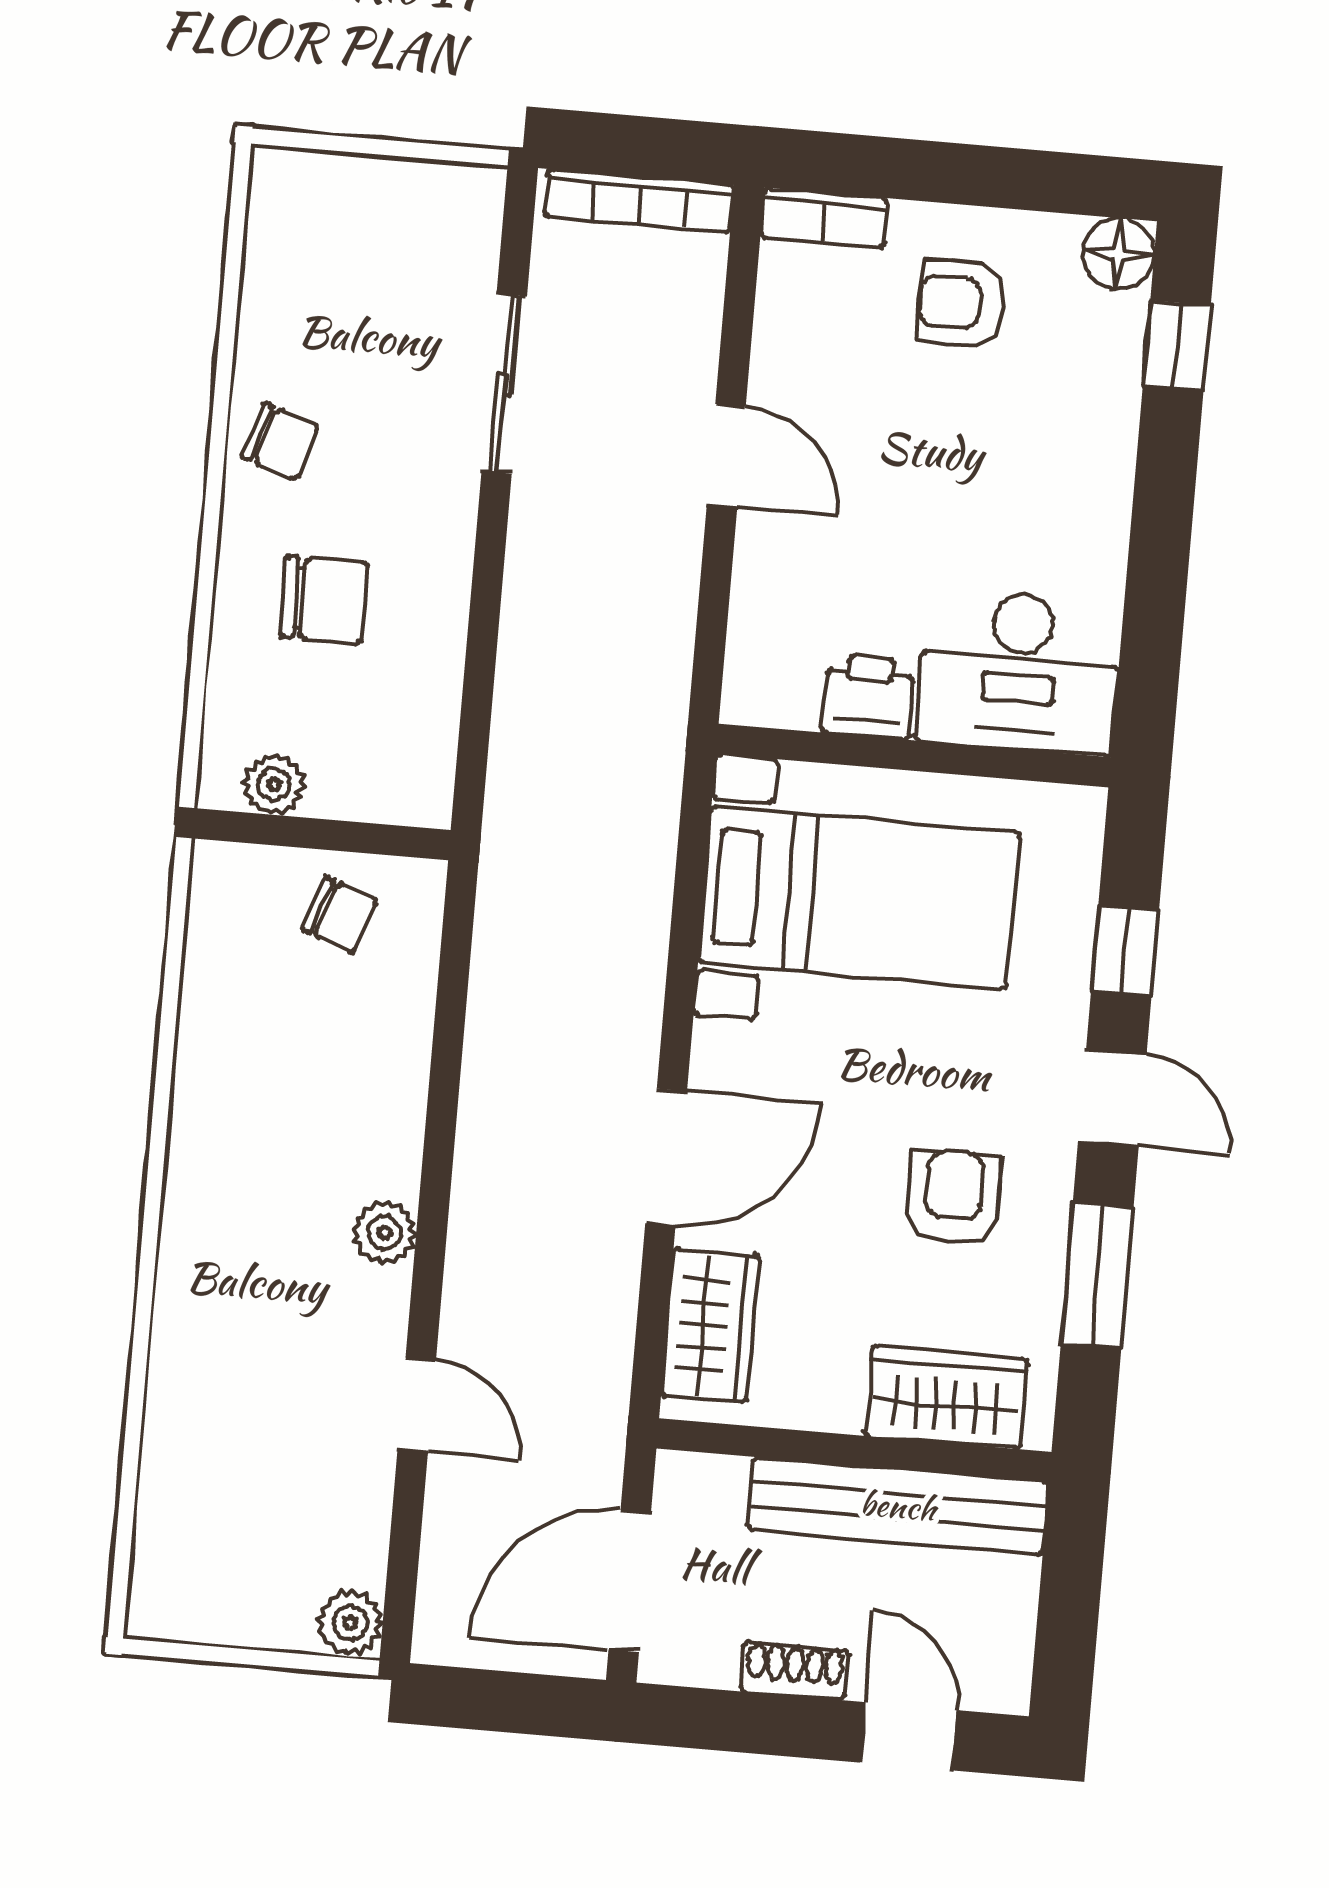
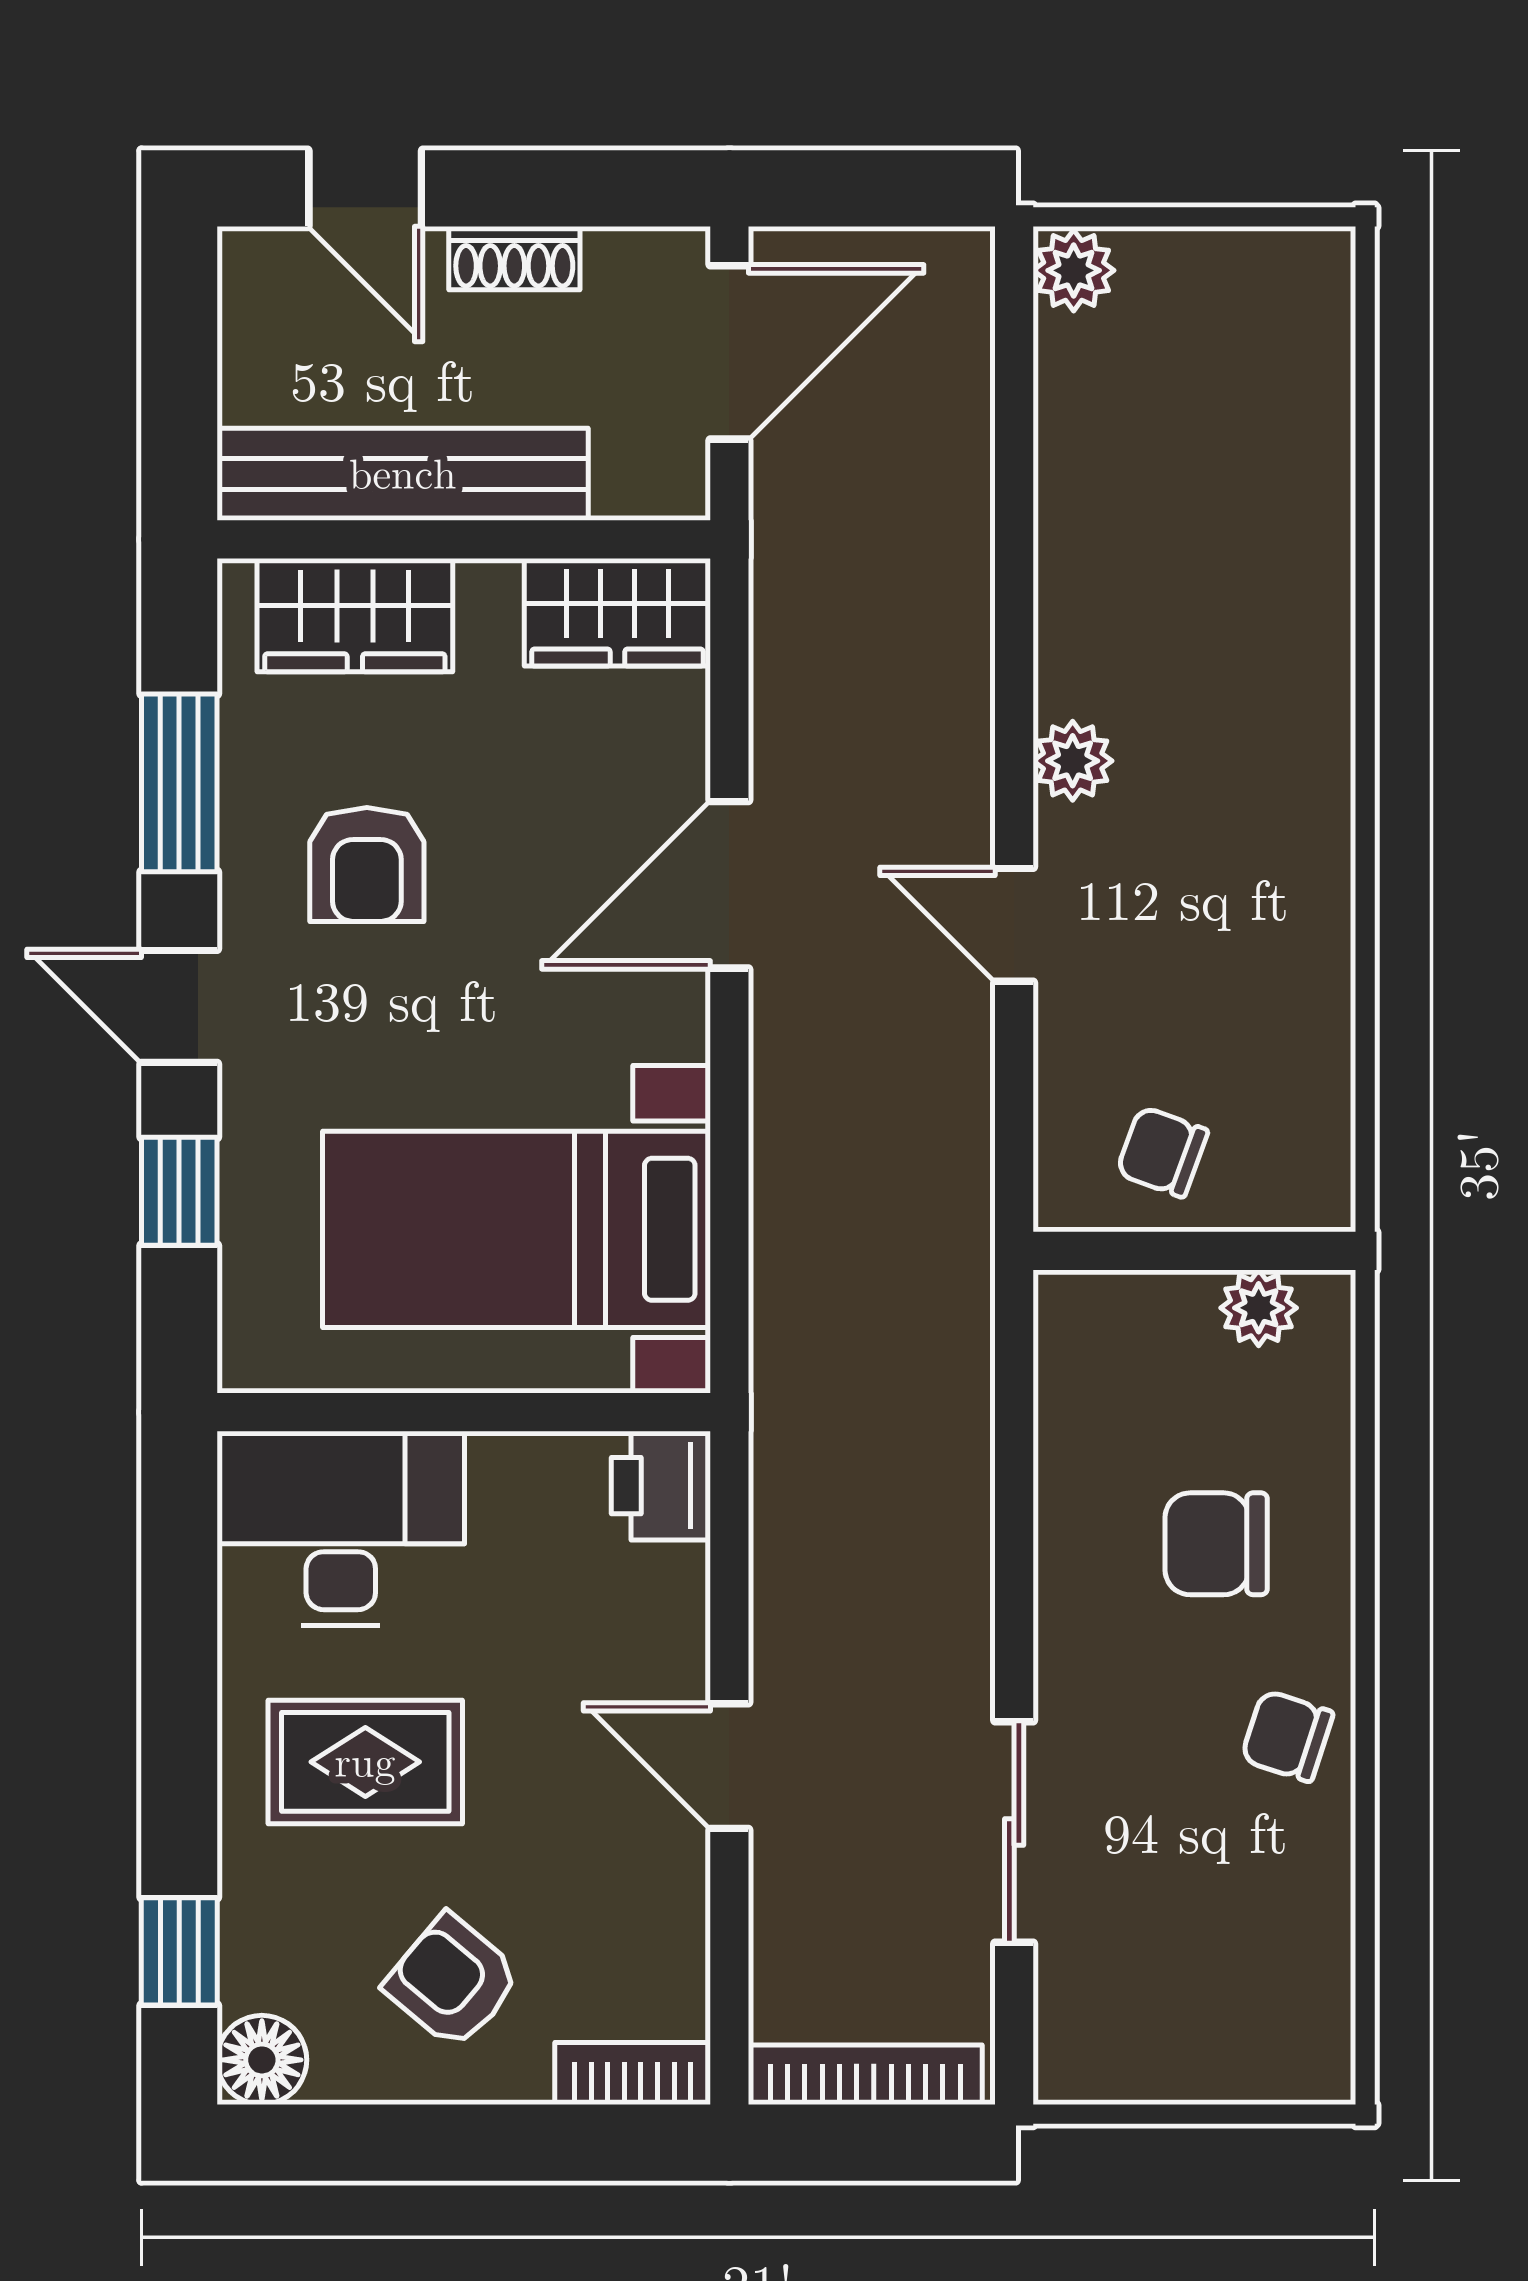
armchair: (961, 303) -> (453, 1982), turned -140
rug: (1016, 484) -> (365, 1762), added
printer: (868, 697) -> (661, 1486), moved, turned 90
wardrobe: (710, 1325) -> (617, 612), moved, turned -90
door: (417, 1405) -> (1014, 925), moved

